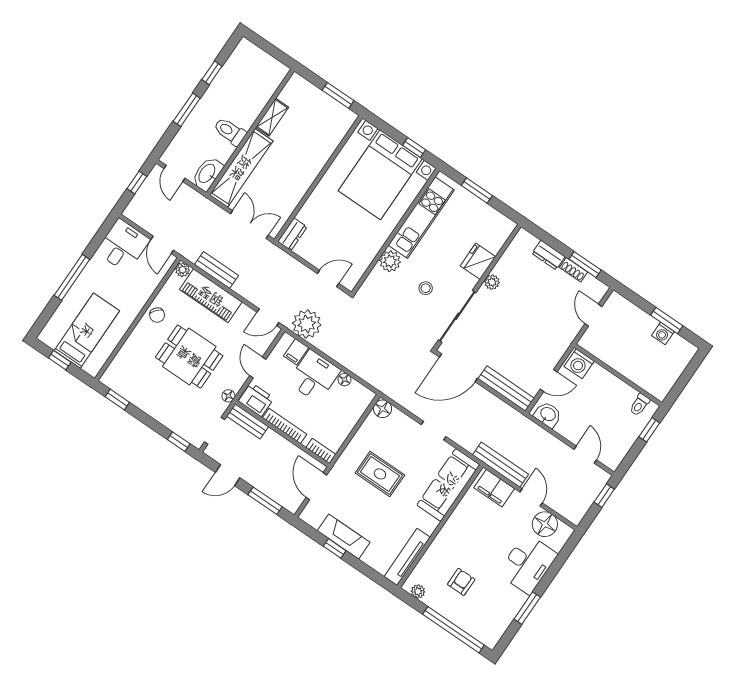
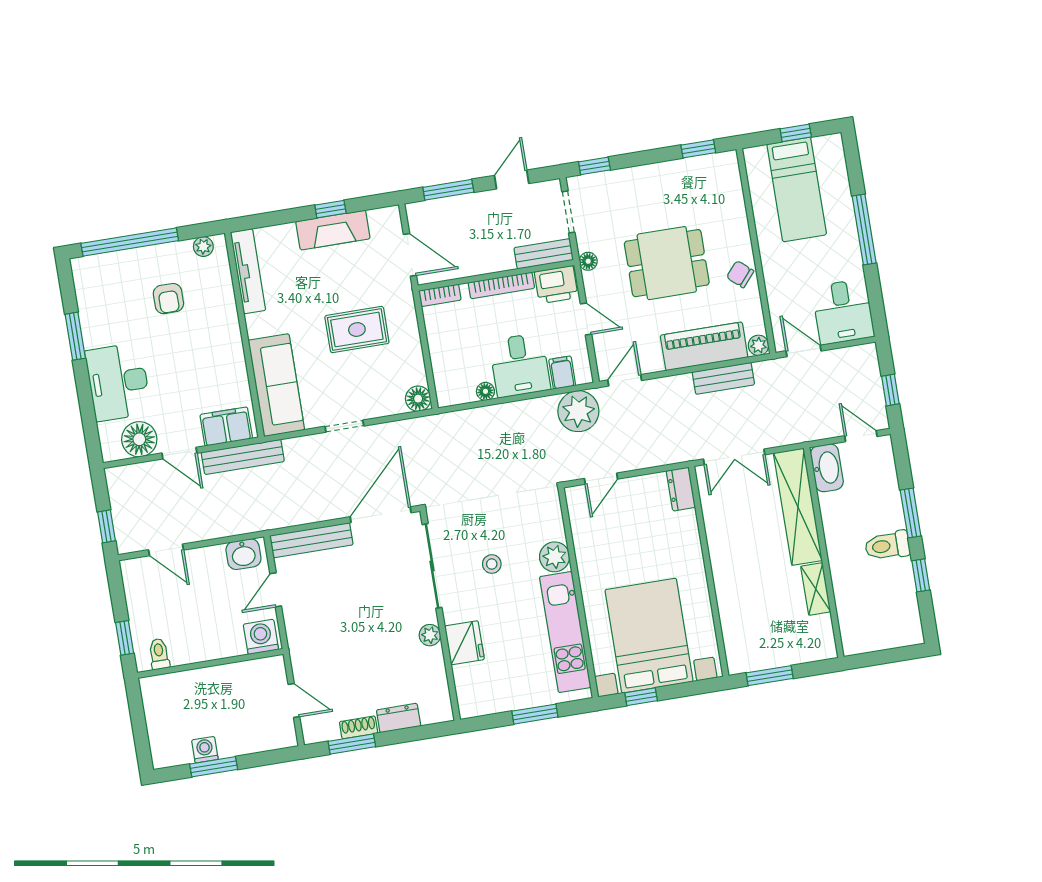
toilet: (230, 131) -> (887, 546), moved, turned 180

